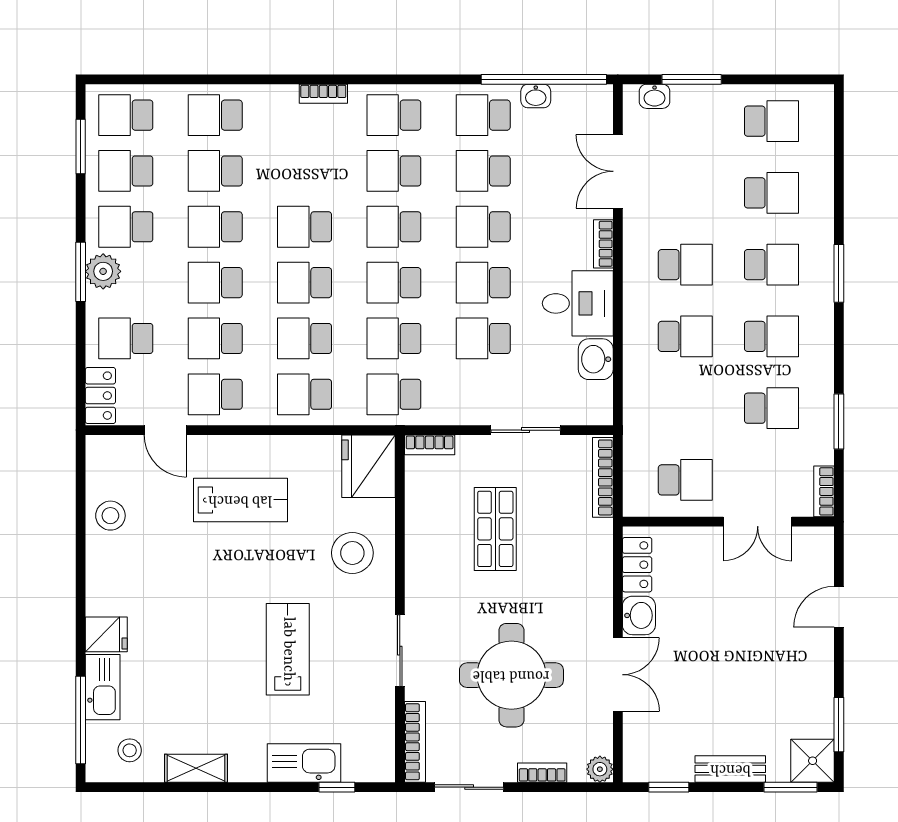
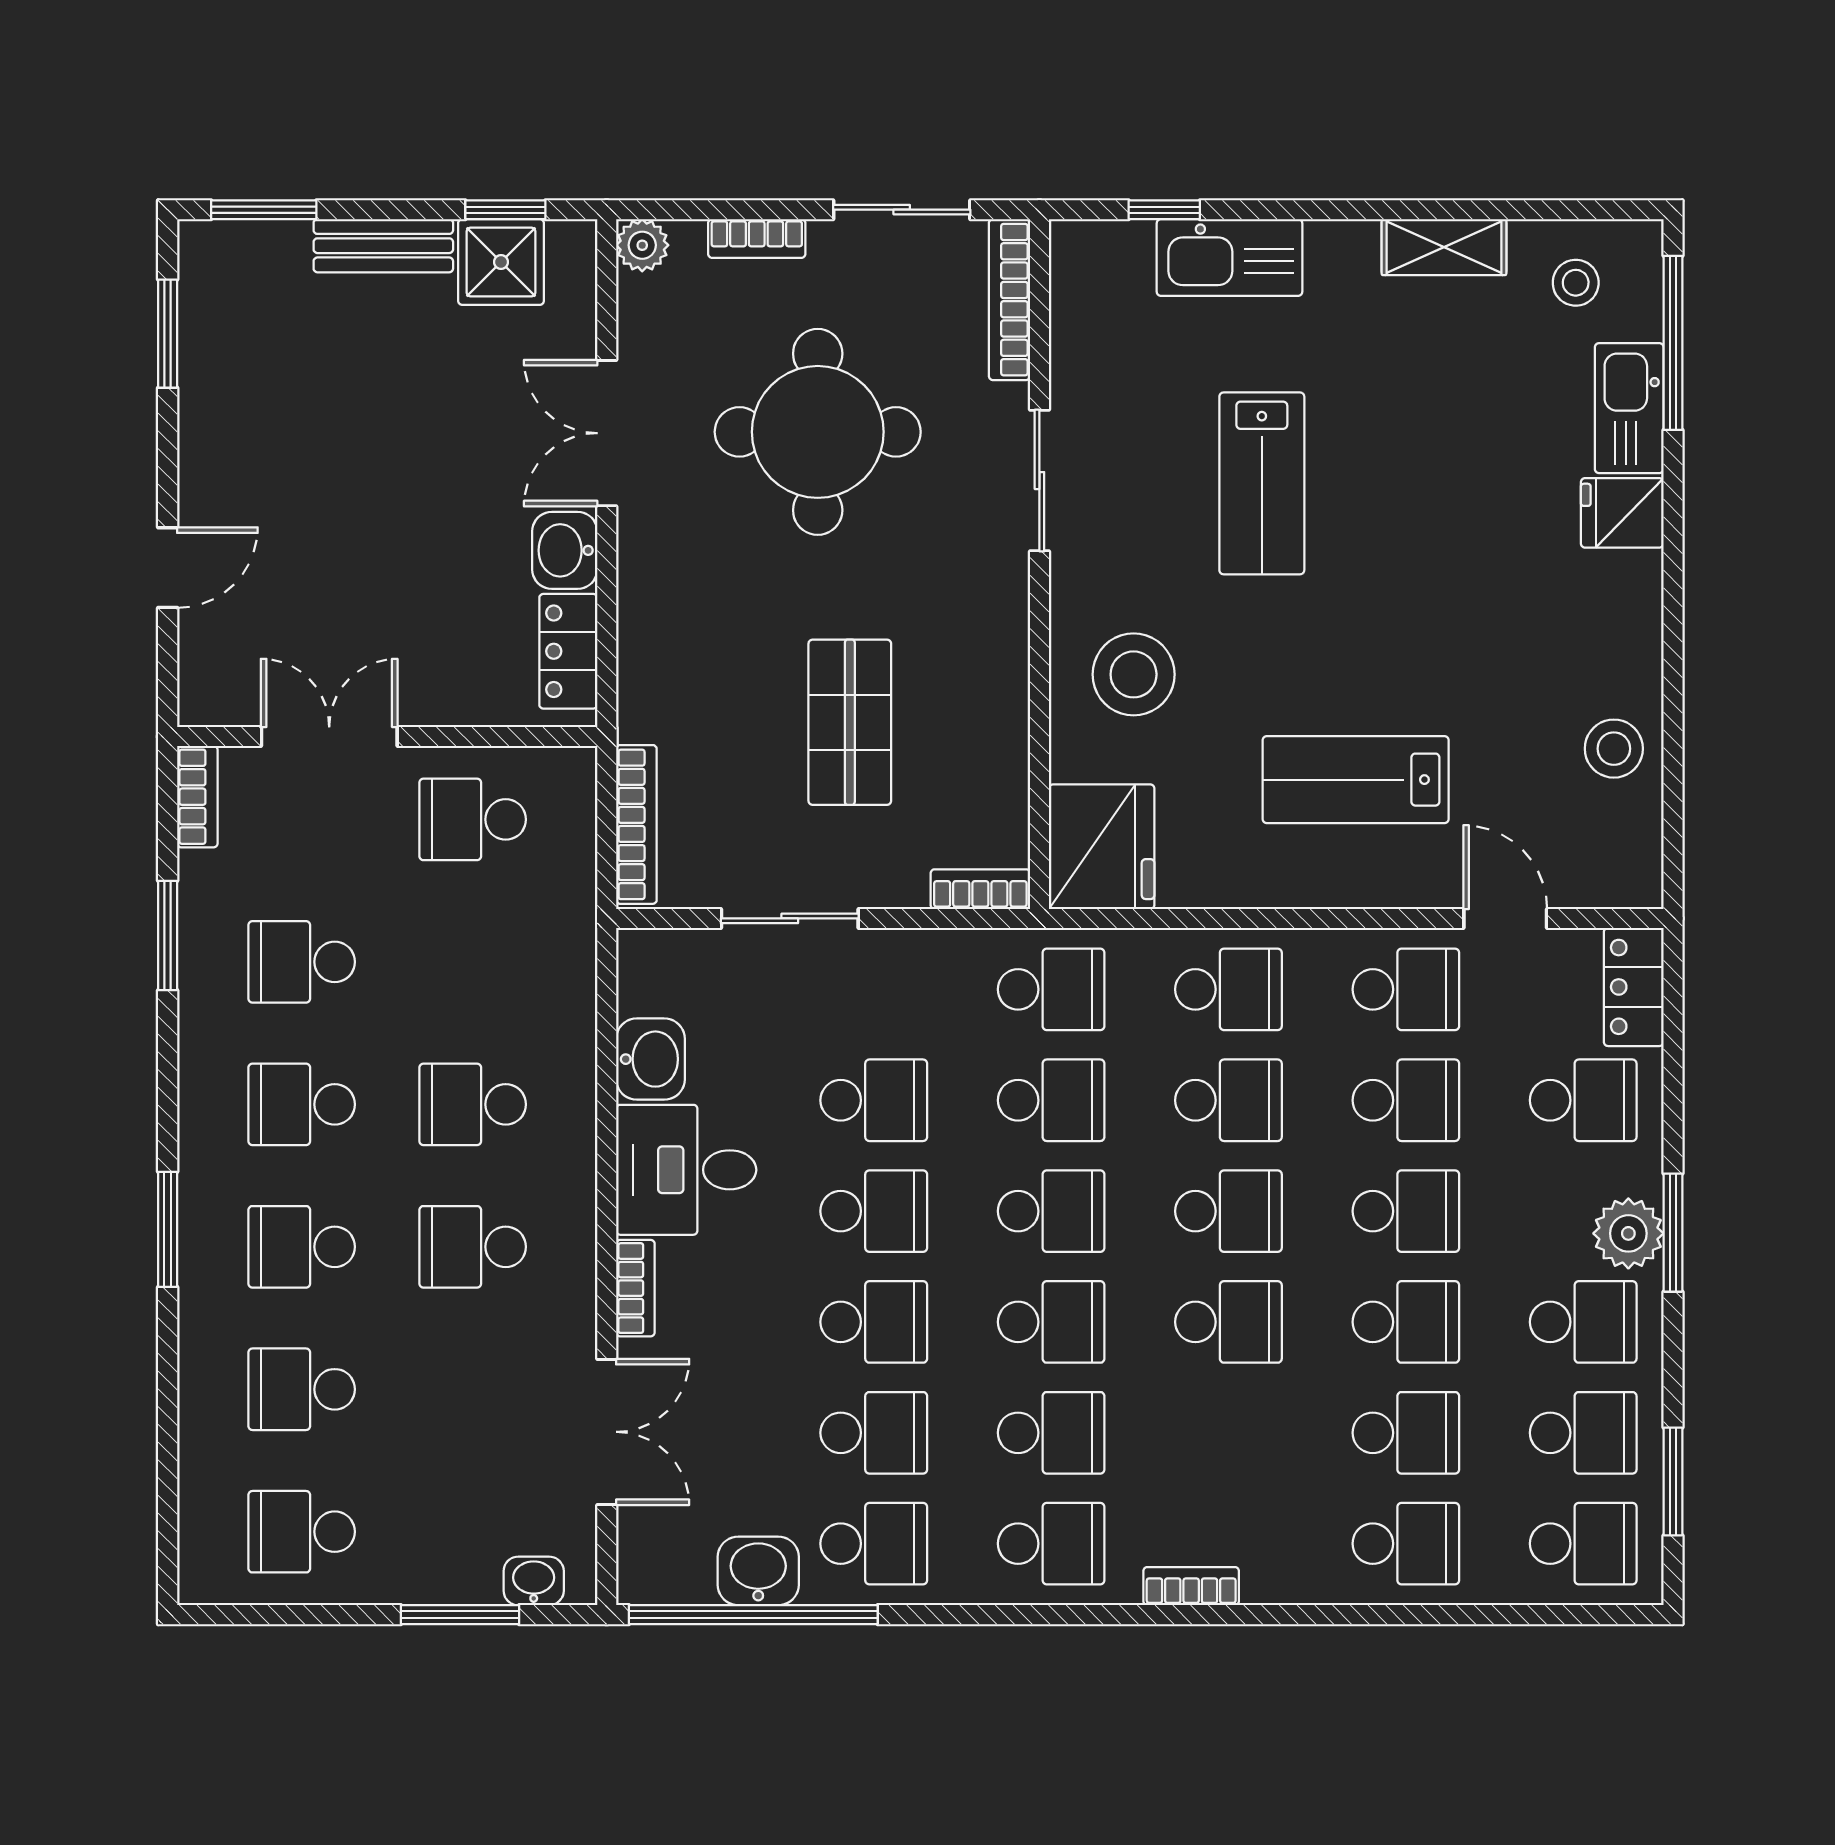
washbasin: (536, 96) -> (758, 1571), width x1.38, depth x1.45
shower: (813, 761) -> (501, 262), moved

